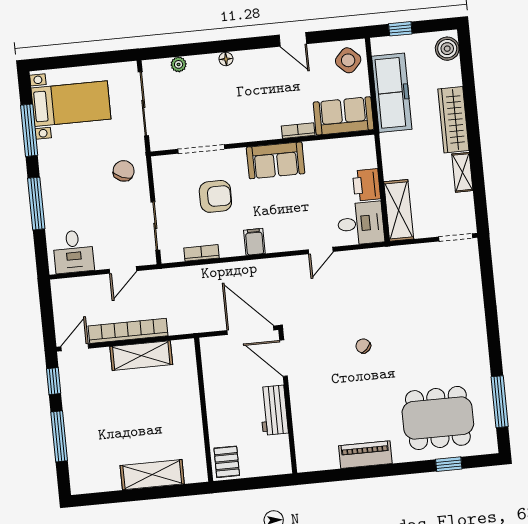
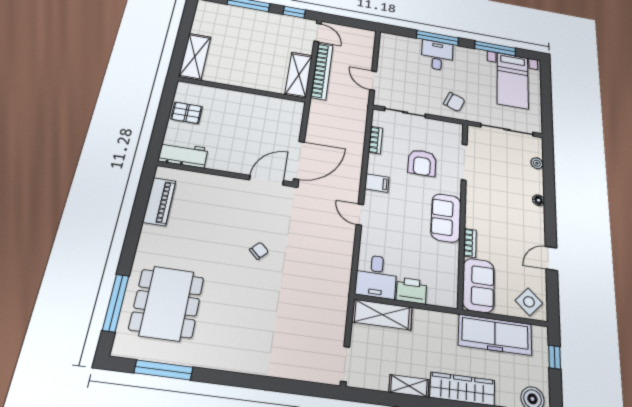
door: (321, 251) -> (360, 215), moved
desk: (73, 252) -> (437, 55), moved, turned 90
wall: (204, 410) -> (242, 89), moved
workbench: (274, 410) -> (183, 155), moved
piano: (365, 455) -> (159, 202), moved
window: (449, 464) -> (116, 303), width x2.17

